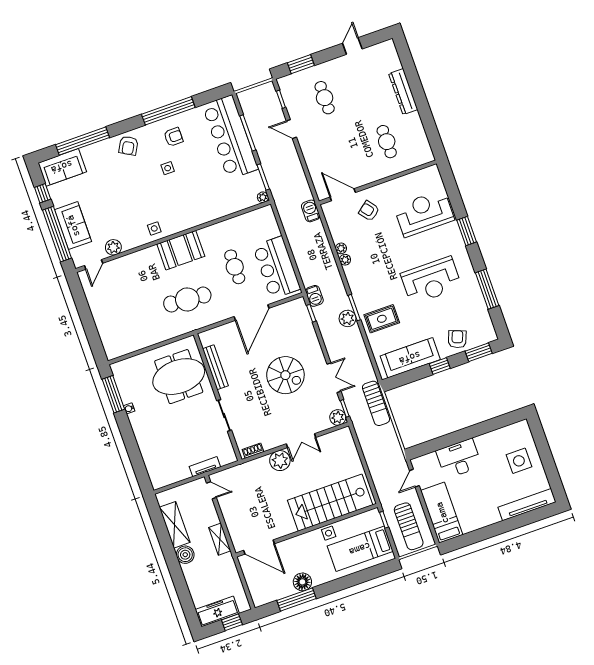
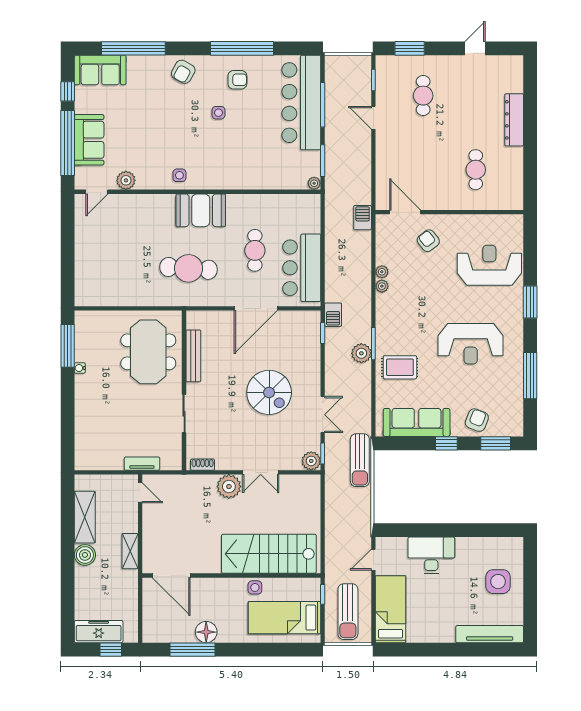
meeting table: (179, 377) -> (148, 352), turned 90

